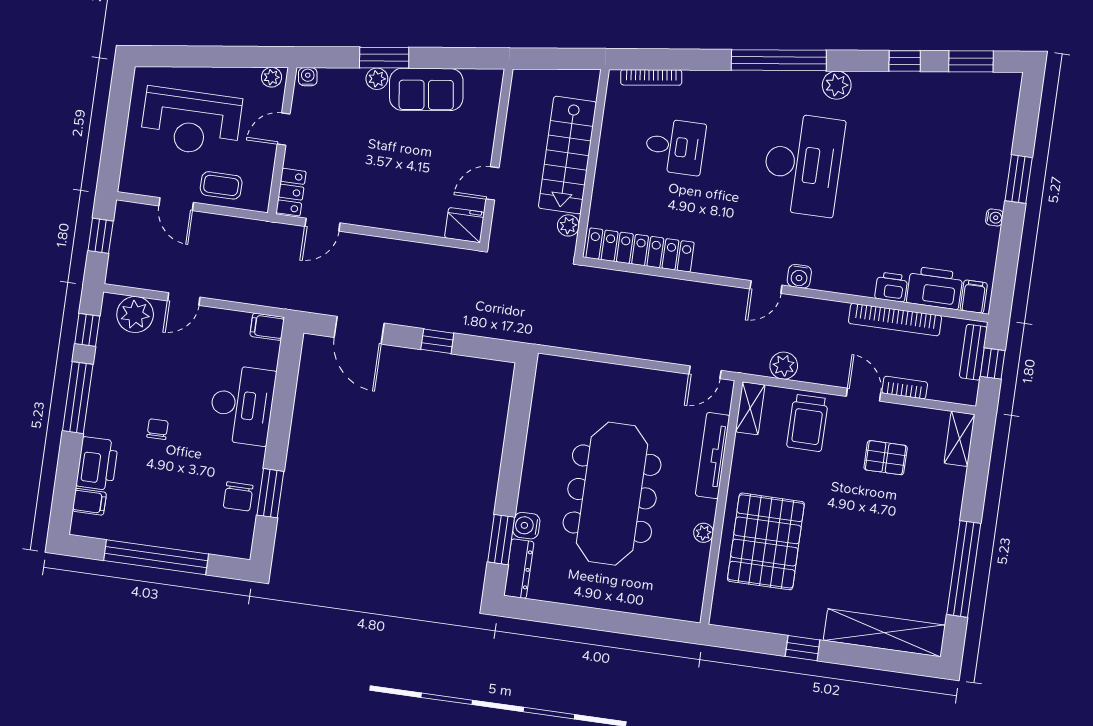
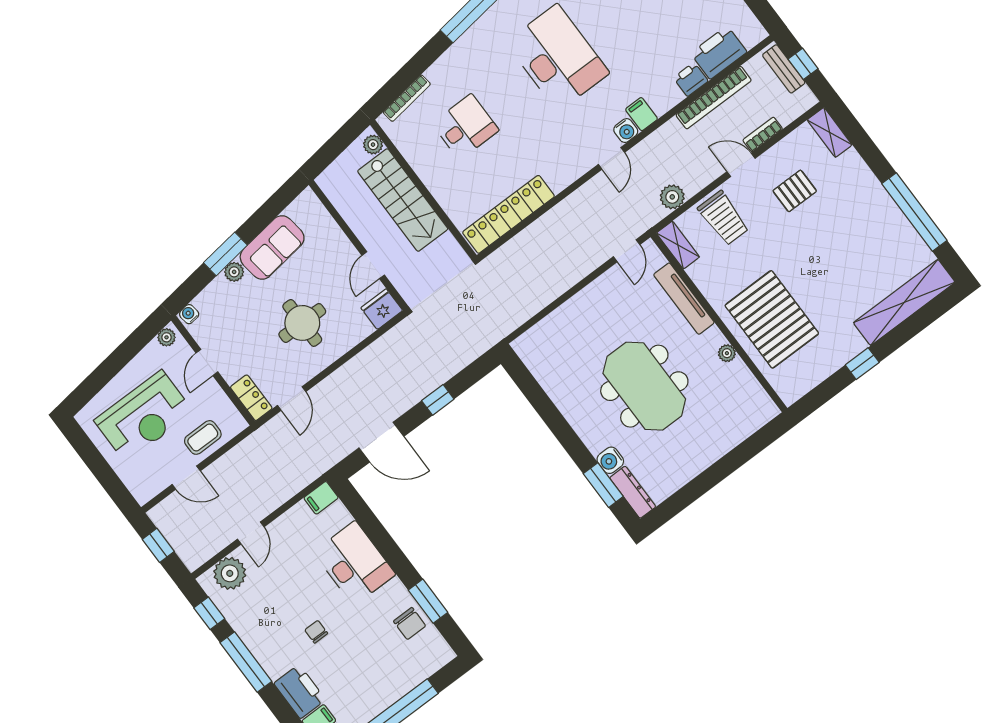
round table: (391, 173) -> (302, 323), added
plant: (568, 225) -> (373, 145), moved
filing cabinet: (974, 297) -> (642, 114), moved
meeting table: (612, 494) -> (644, 386), width x0.73

